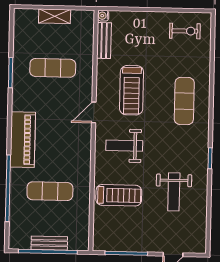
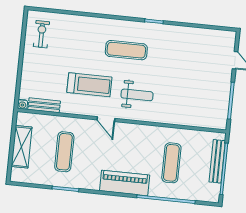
shelving: (55, 16) -> (22, 147), width x1.50, depth x1.33
exercise mat: (184, 101) -> (126, 50), moved
weight bench: (124, 146) -> (137, 95), turned -90
weight bench: (174, 192) -> (181, 55), removed
treadmill: (119, 195) -> (180, 103), removed
bench: (49, 243) -> (217, 161), width x1.36

